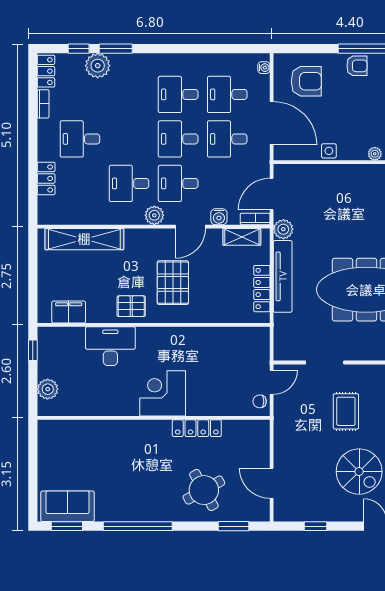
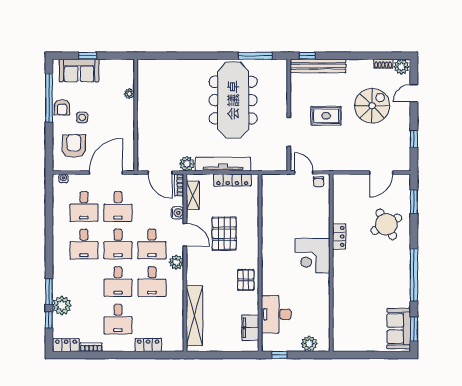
armchair: (357, 66) -> (62, 107), turned 180
desk: (129, 139) -> (118, 282), added
side table: (329, 151) -> (82, 117), moved
pallet: (173, 283) -> (224, 234), moved, turned 90
desk: (110, 346) -> (276, 314), moved
locker: (197, 428) -> (339, 236), width x0.66

